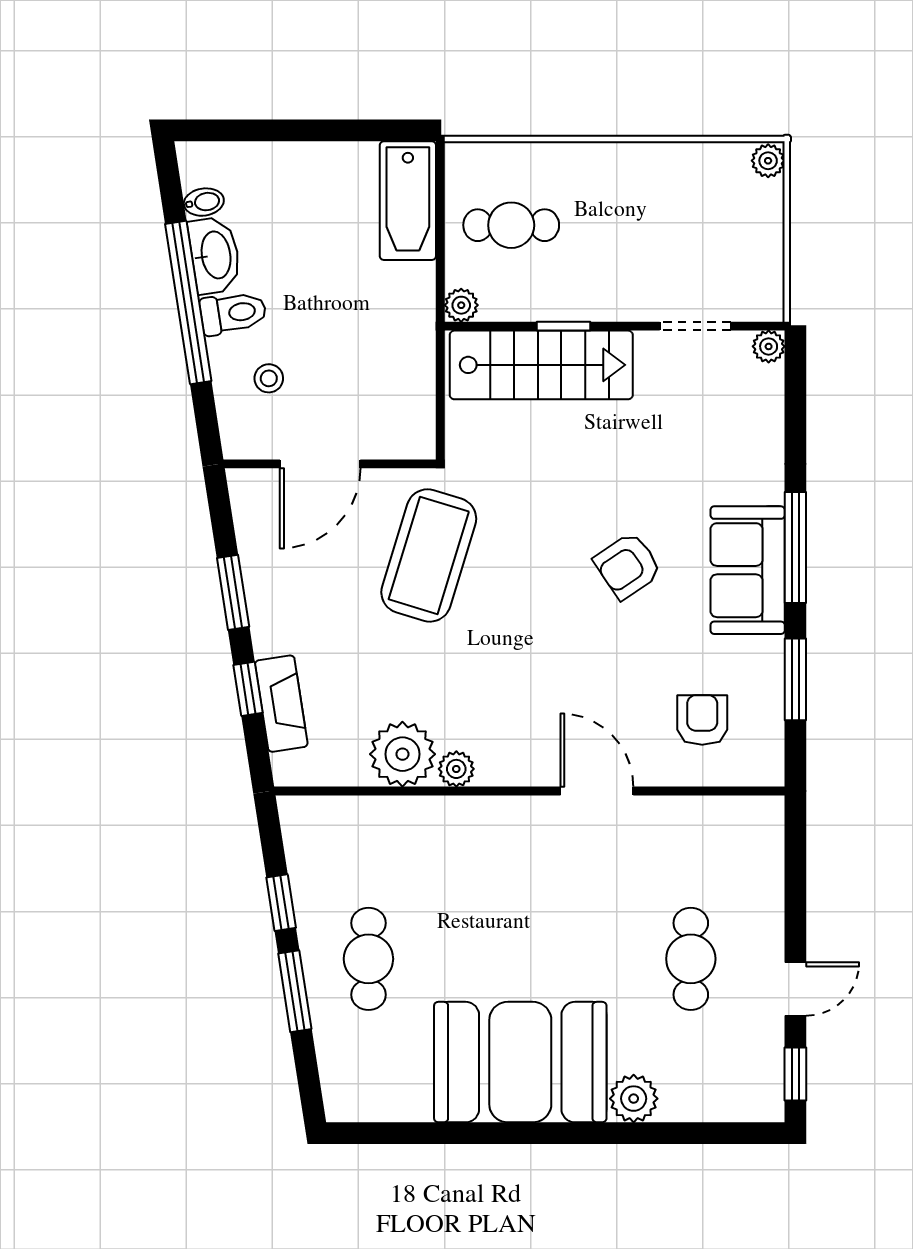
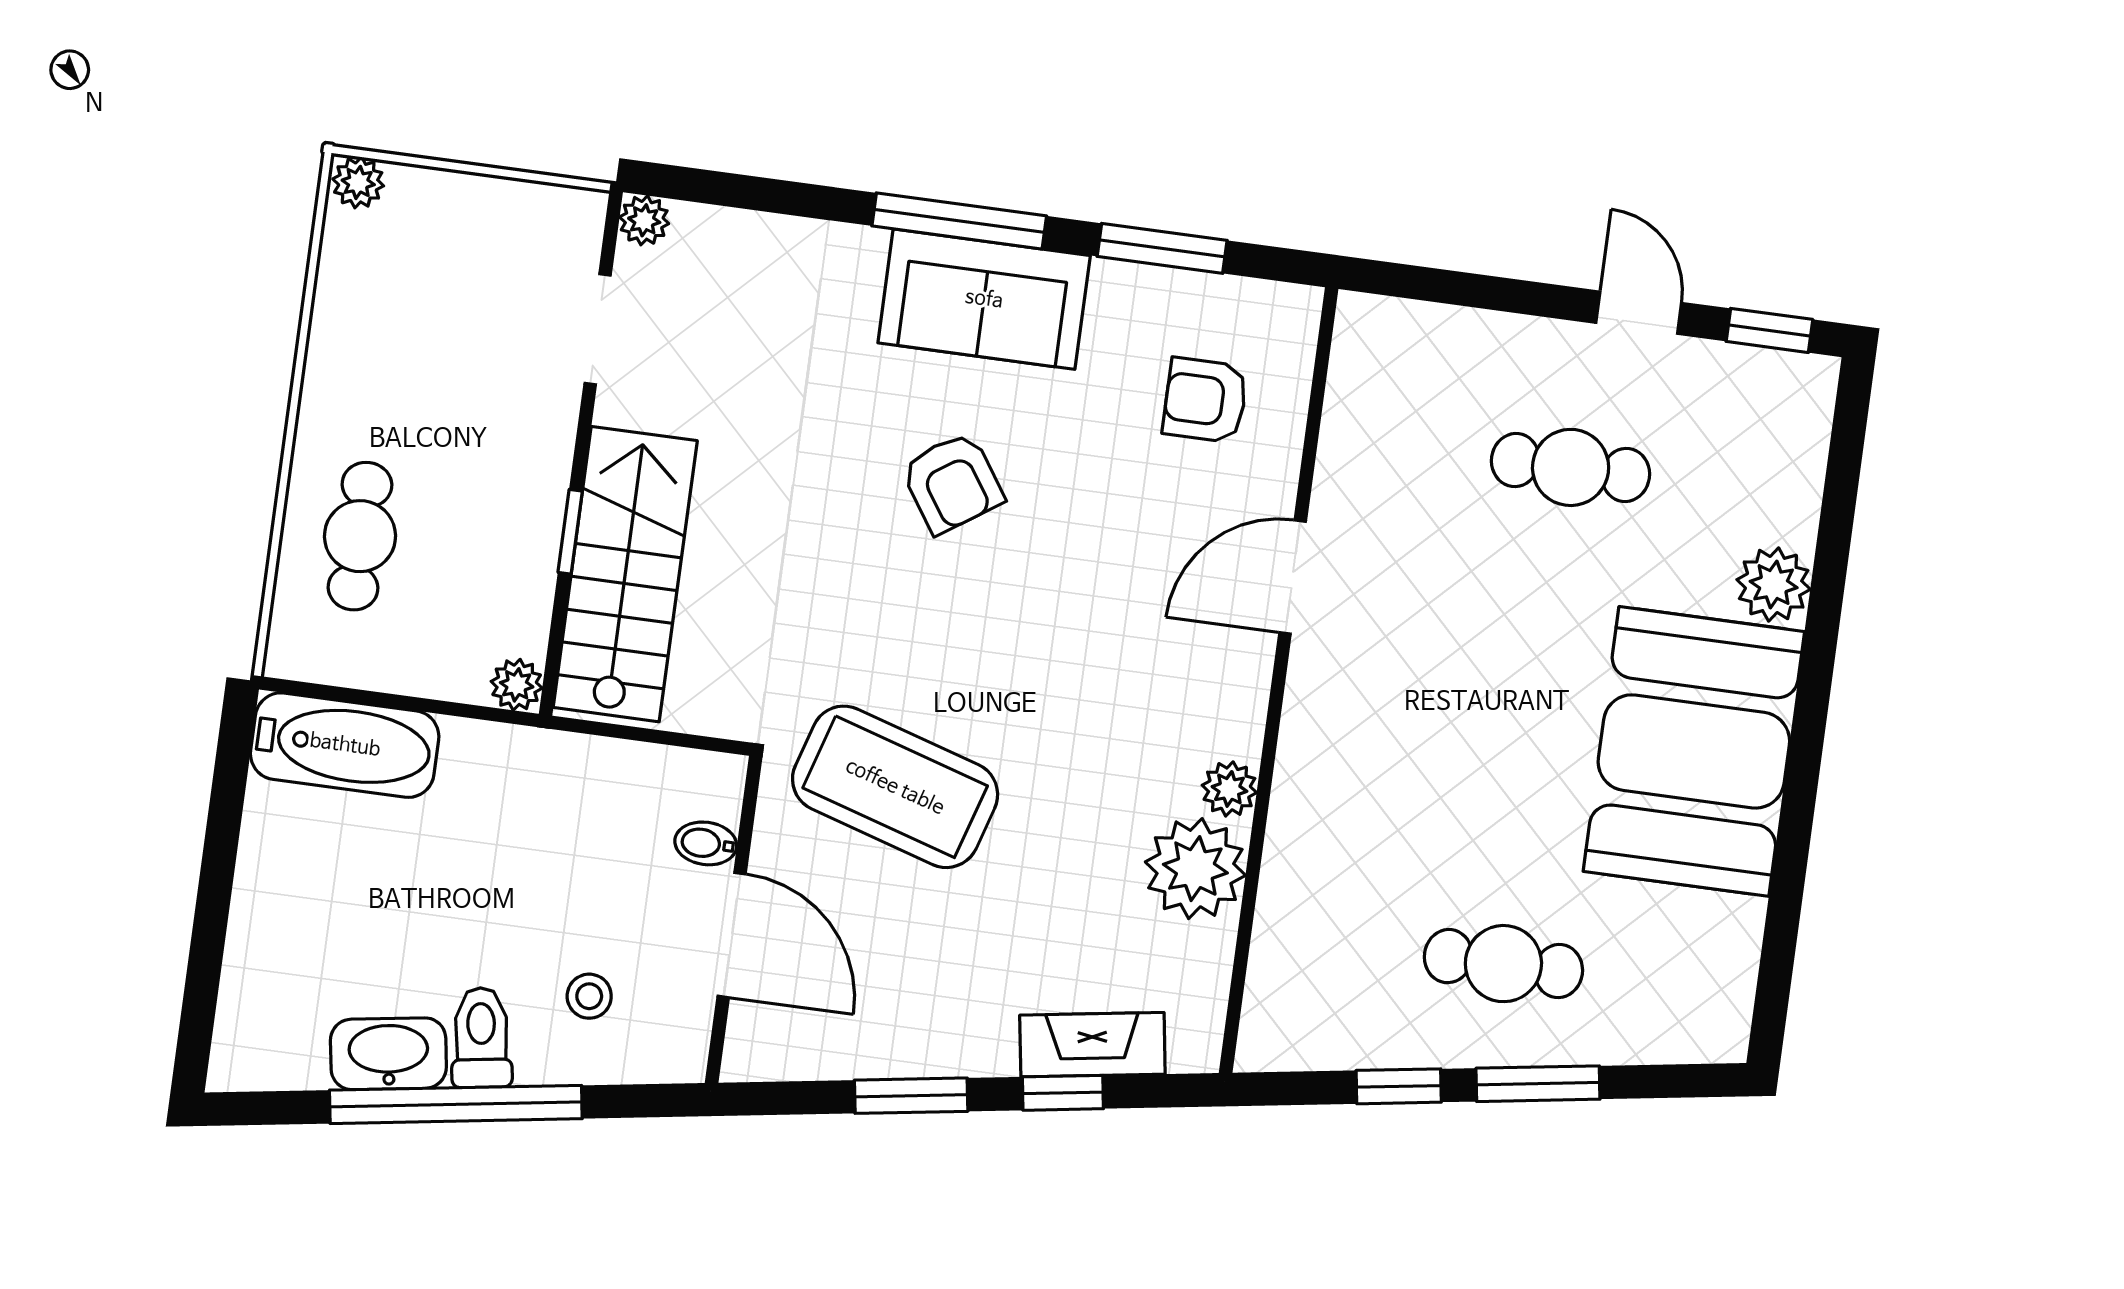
bidet: (204, 202) -> (706, 843), moved, turned -81
cafe table: (511, 225) -> (360, 536), moved

